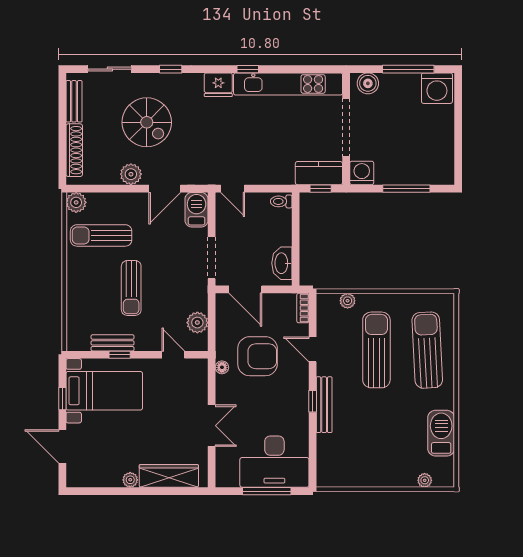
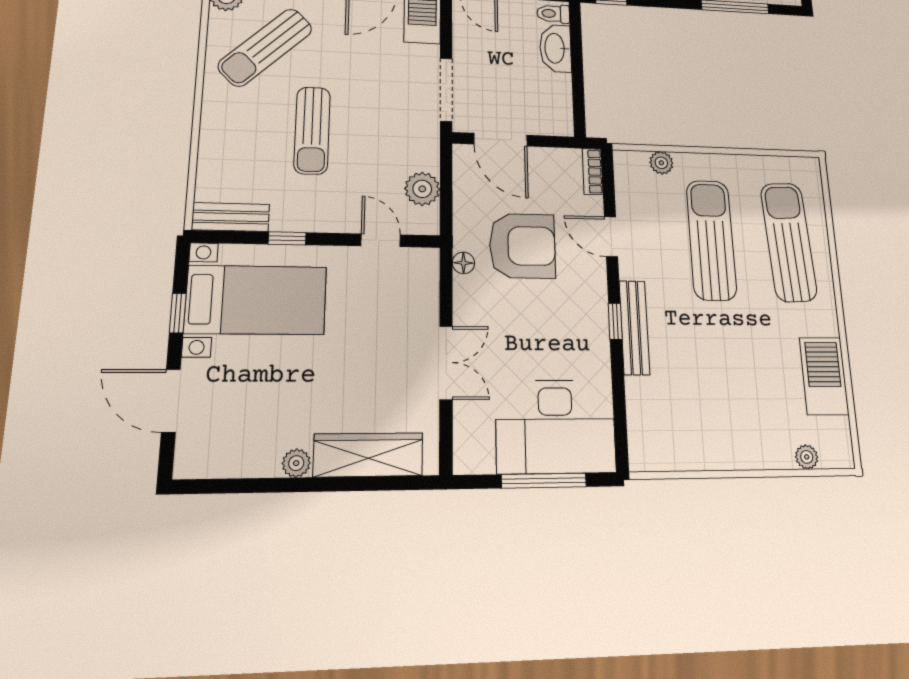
sun lounger: (101, 235) -> (265, 47), turned -44
washbasin: (282, 263) -> (555, 48), moved
bench: (113, 343) -> (231, 217), moved

